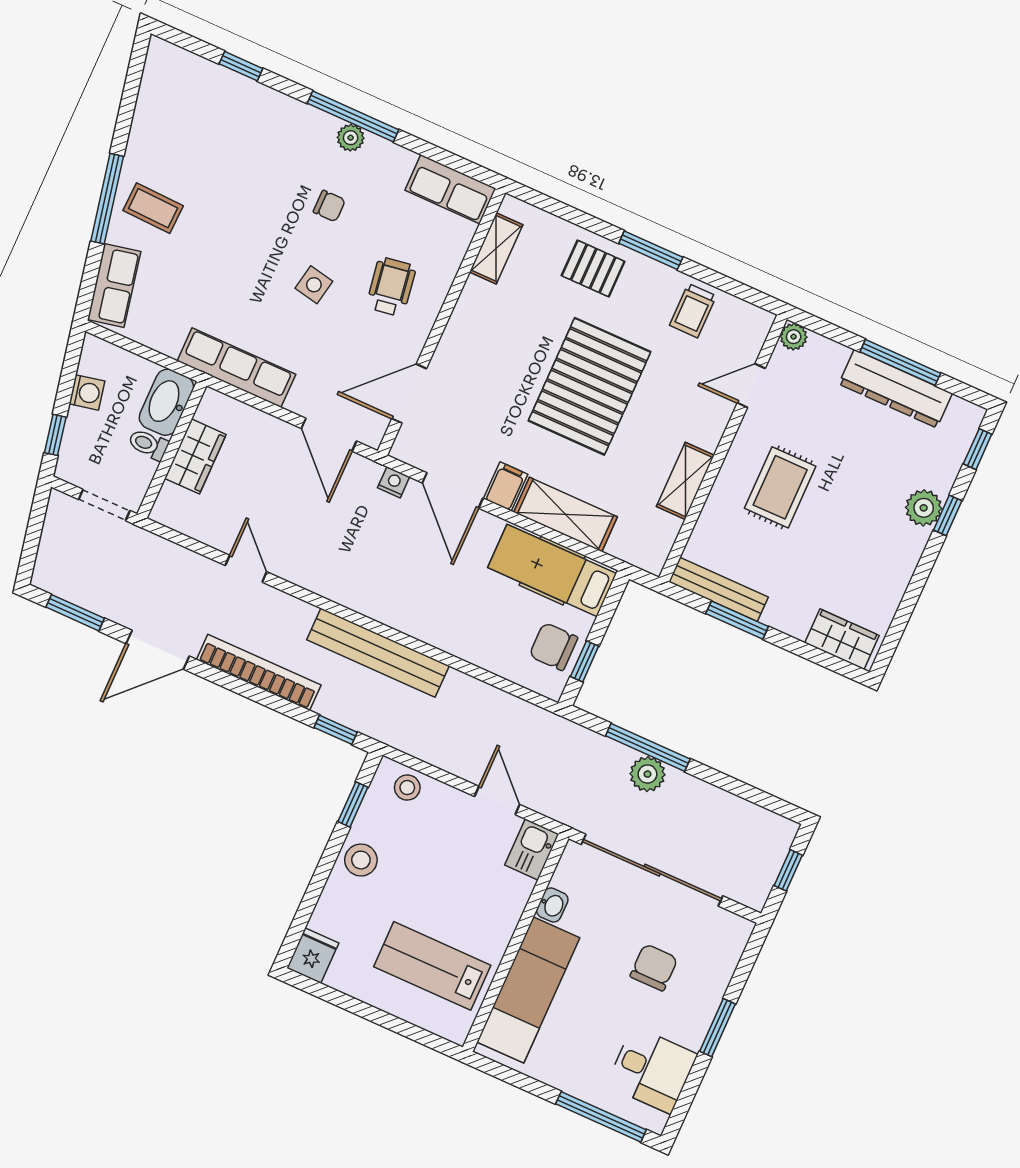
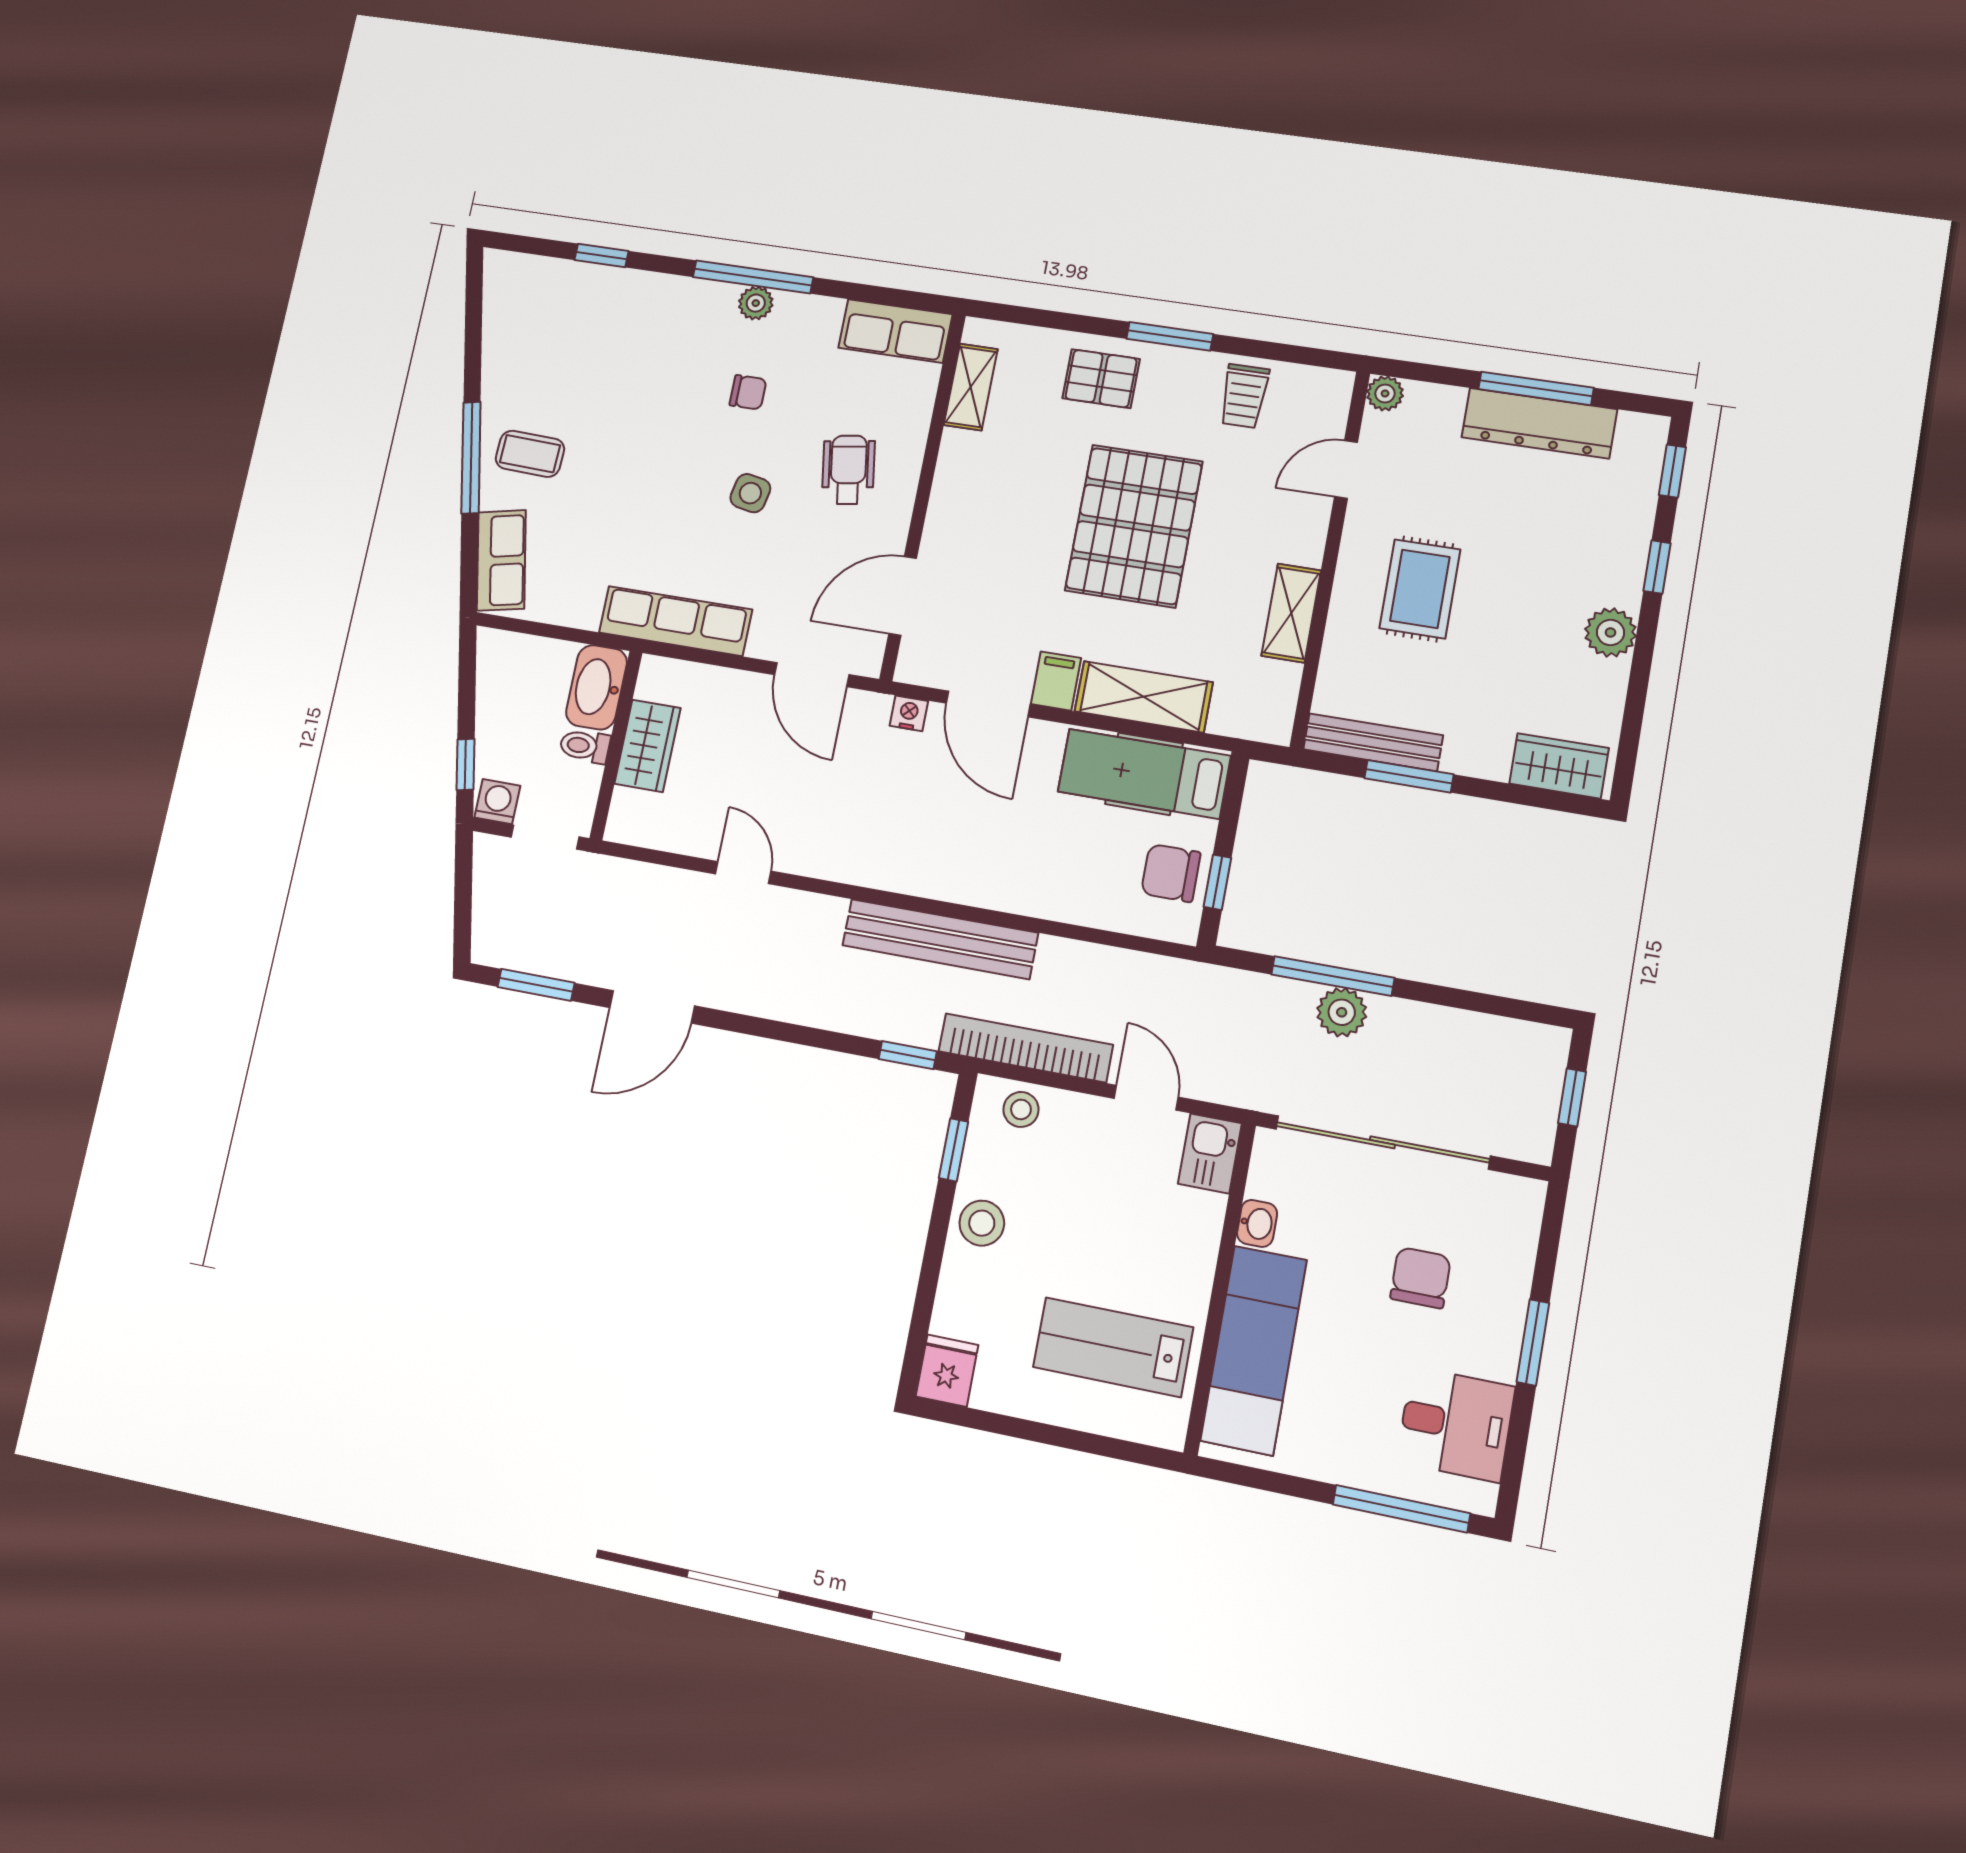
washing machine: (87, 392) -> (497, 802), moved, turned -78
plant: (924, 508) -> (1610, 632), moved
bookcase: (259, 672) -> (1026, 1048), moved

